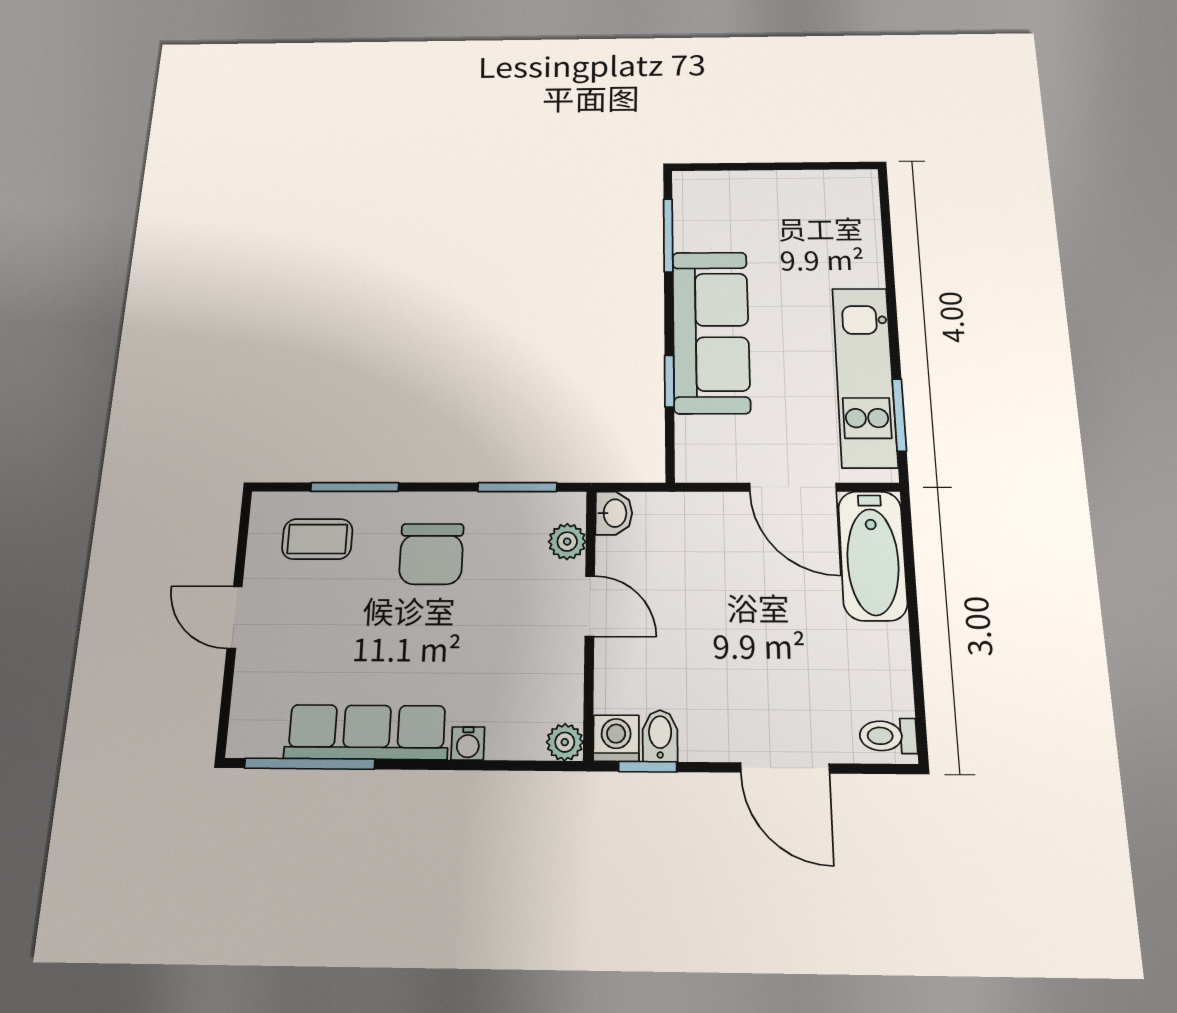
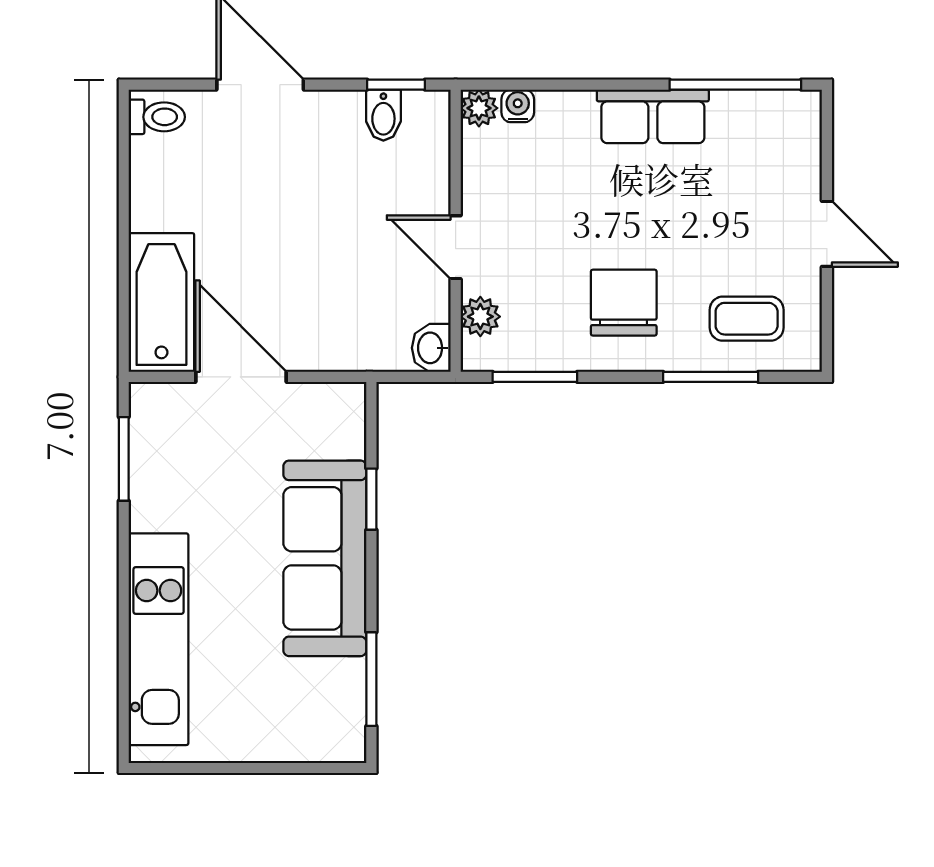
kitchen unit: (865, 376) -> (159, 639), moved
row of seats: (367, 732) -> (653, 116), width x0.68
washing machine: (616, 738) -> (428, 112), removed
water cooler: (468, 744) -> (518, 106), moved

